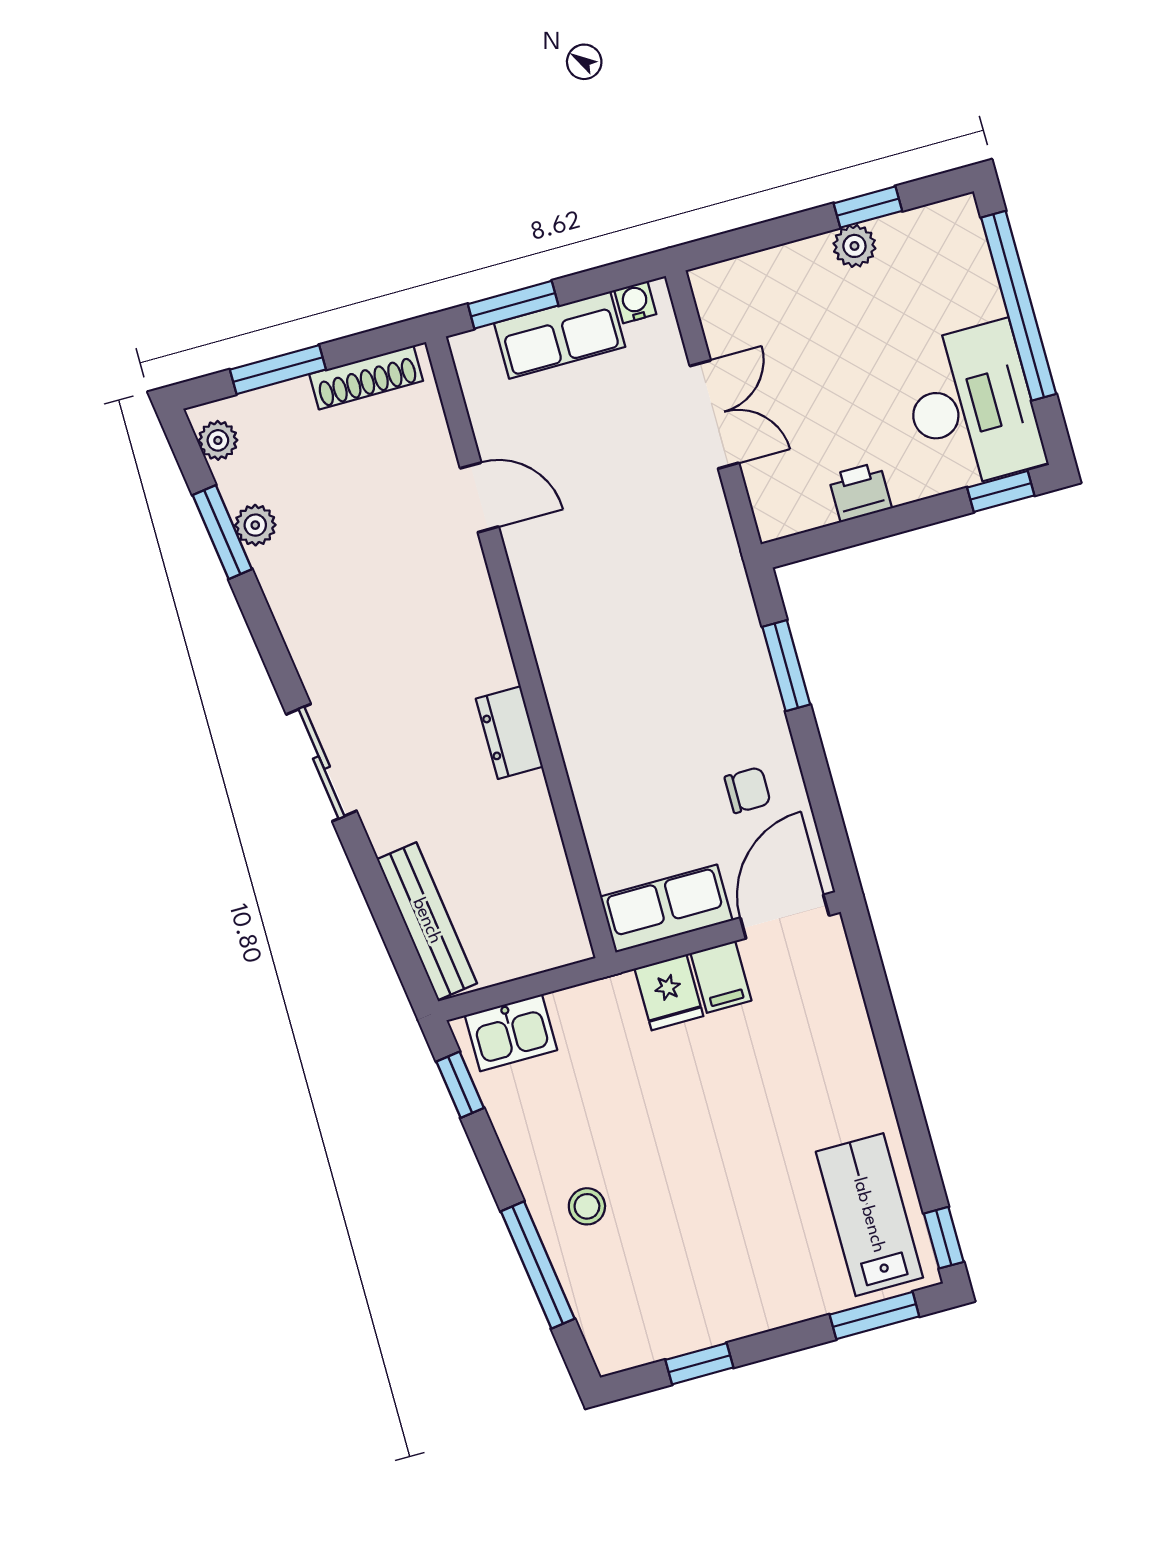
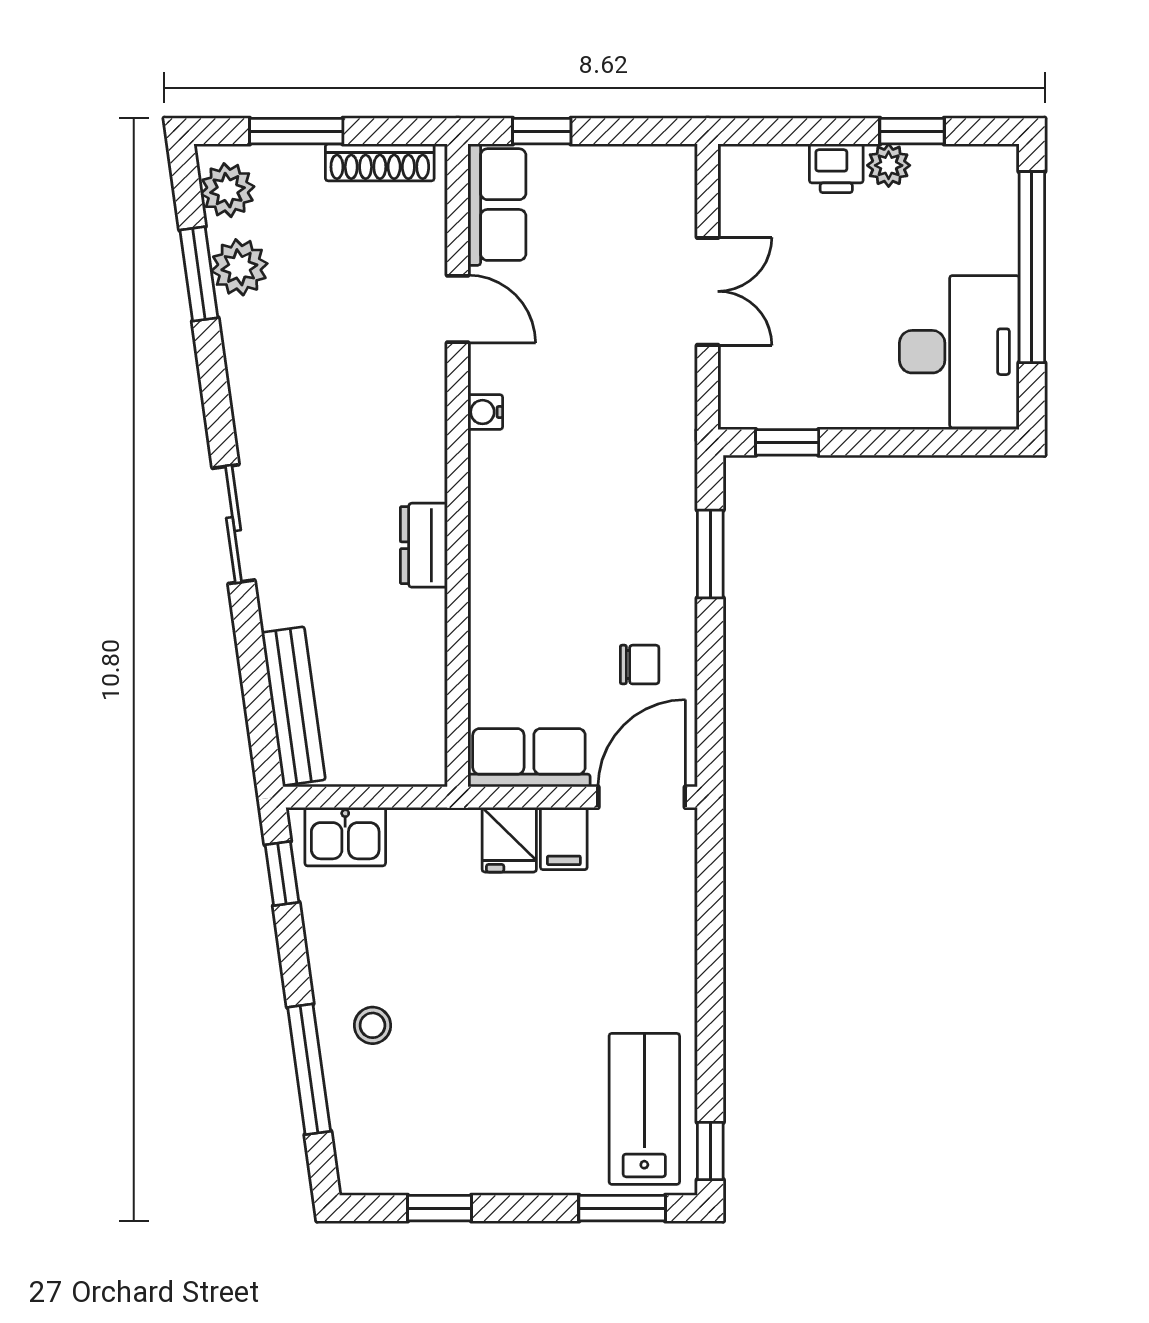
water cooler: (635, 302) -> (485, 412), moved, turned -90
window: (513, 305) -> (542, 131), width x0.67
row of seats: (560, 335) -> (497, 205), moved, turned -90
plant: (218, 440) -> (227, 190), width x1.38, depth x1.38
window: (1001, 491) -> (787, 442), moved
printer: (860, 492) -> (836, 168), moved, turned 180
plant: (255, 525) -> (239, 267), width x1.38, depth x1.38

